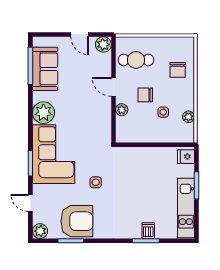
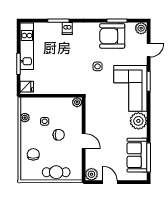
cafe table: (136, 60) -> (56, 172), moved
plant: (122, 110) -> (77, 102), moved
door: (30, 203) -> (149, 50), hinge flipped
dishwasher: (148, 231) -> (67, 29), moved

